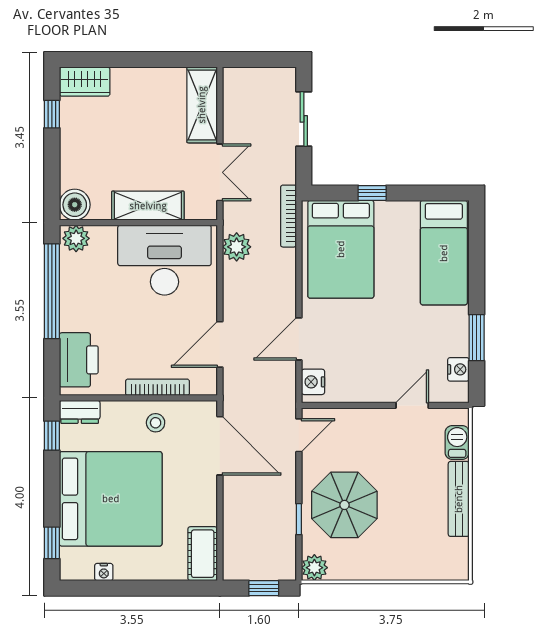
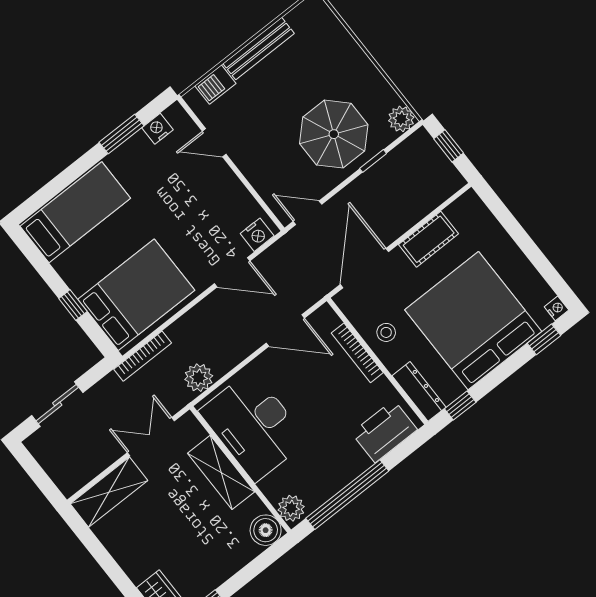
dresser: (80, 412) -> (419, 391), width x1.44
cot: (203, 554) -> (429, 239), moved
nightstand: (104, 572) -> (557, 308), moved

